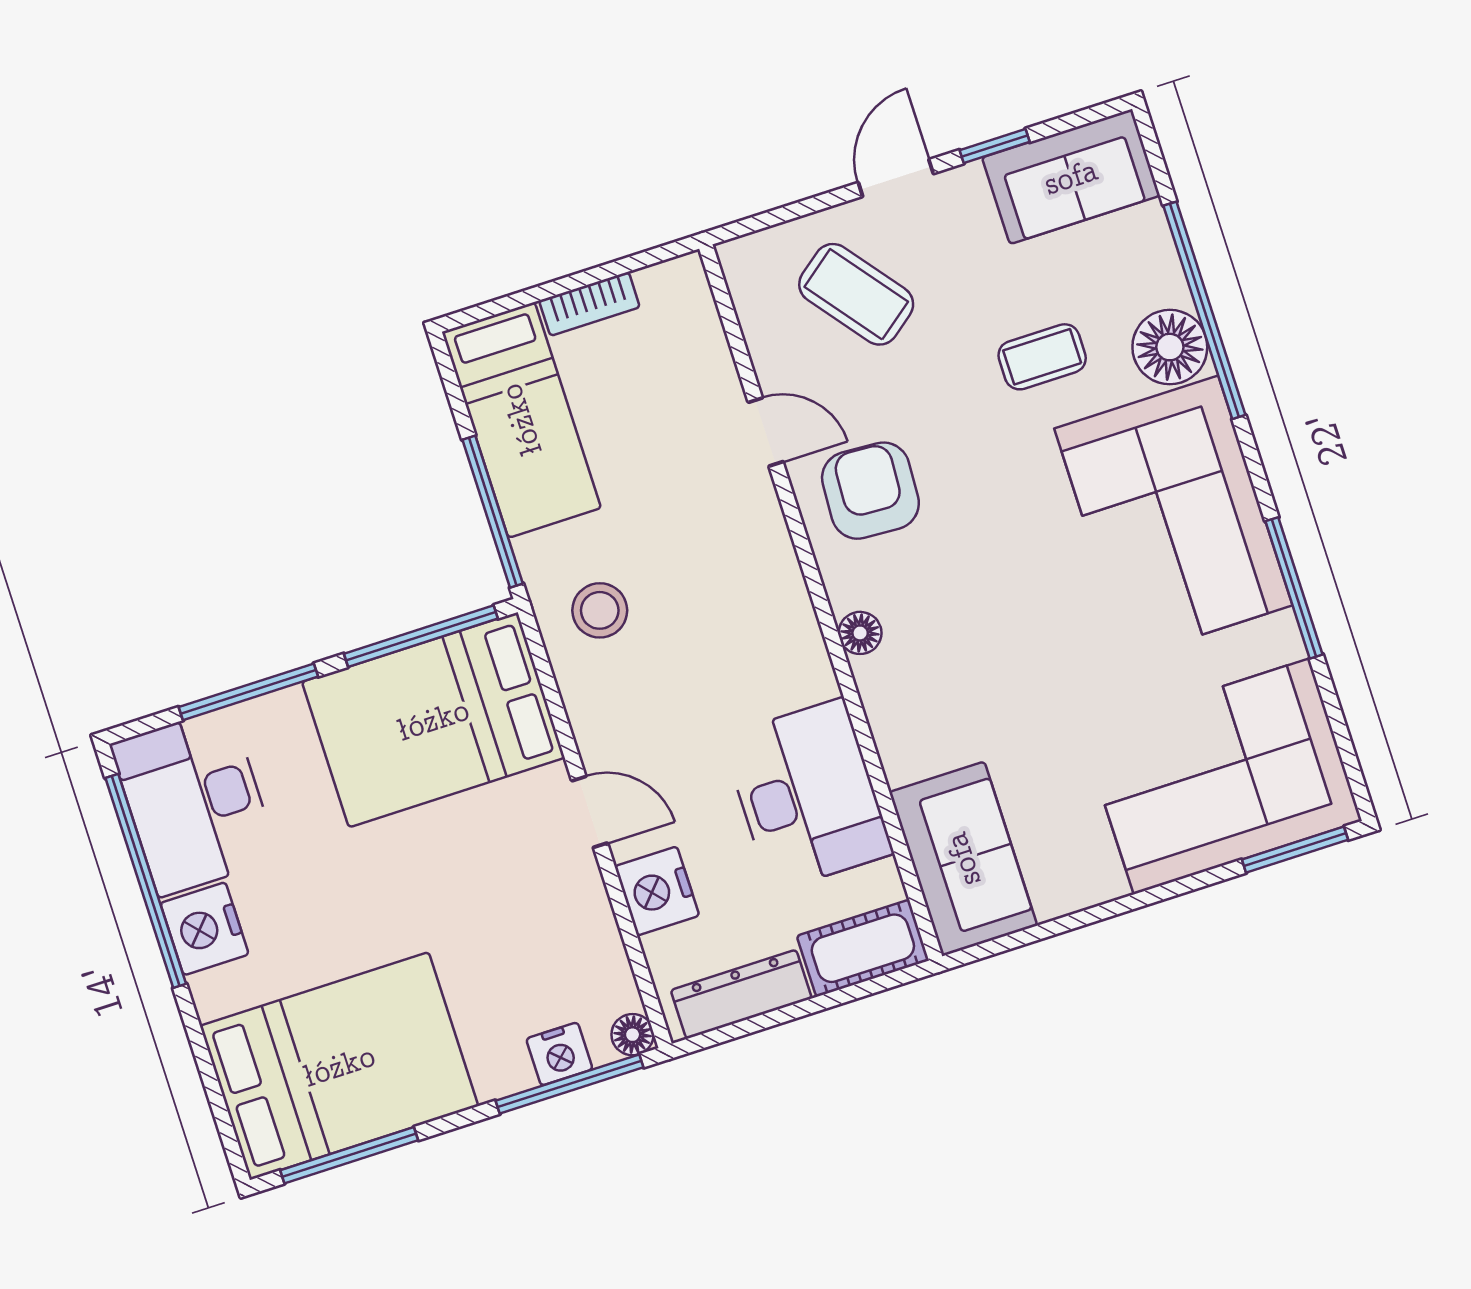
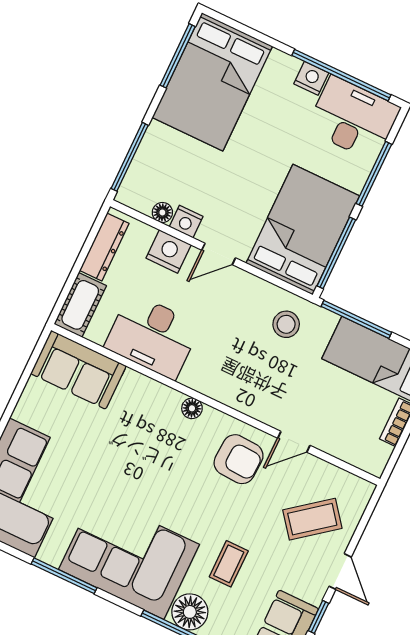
nightstand: (204, 929) -> (311, 78), width x0.74, depth x0.75
floor lamp: (633, 1035) -> (162, 213), moved
nightstand: (559, 1054) -> (186, 222), moved, turned -90

